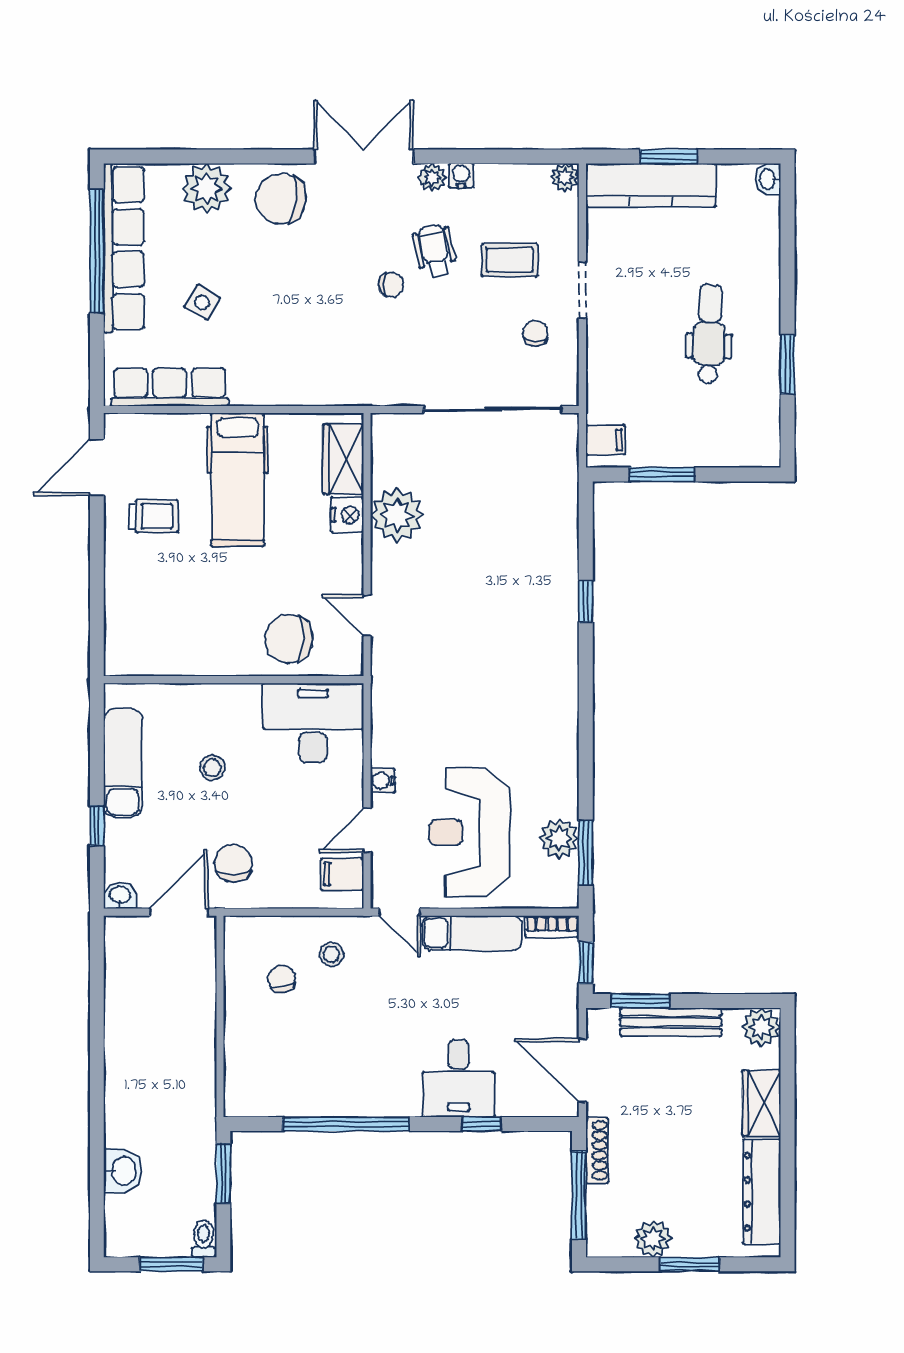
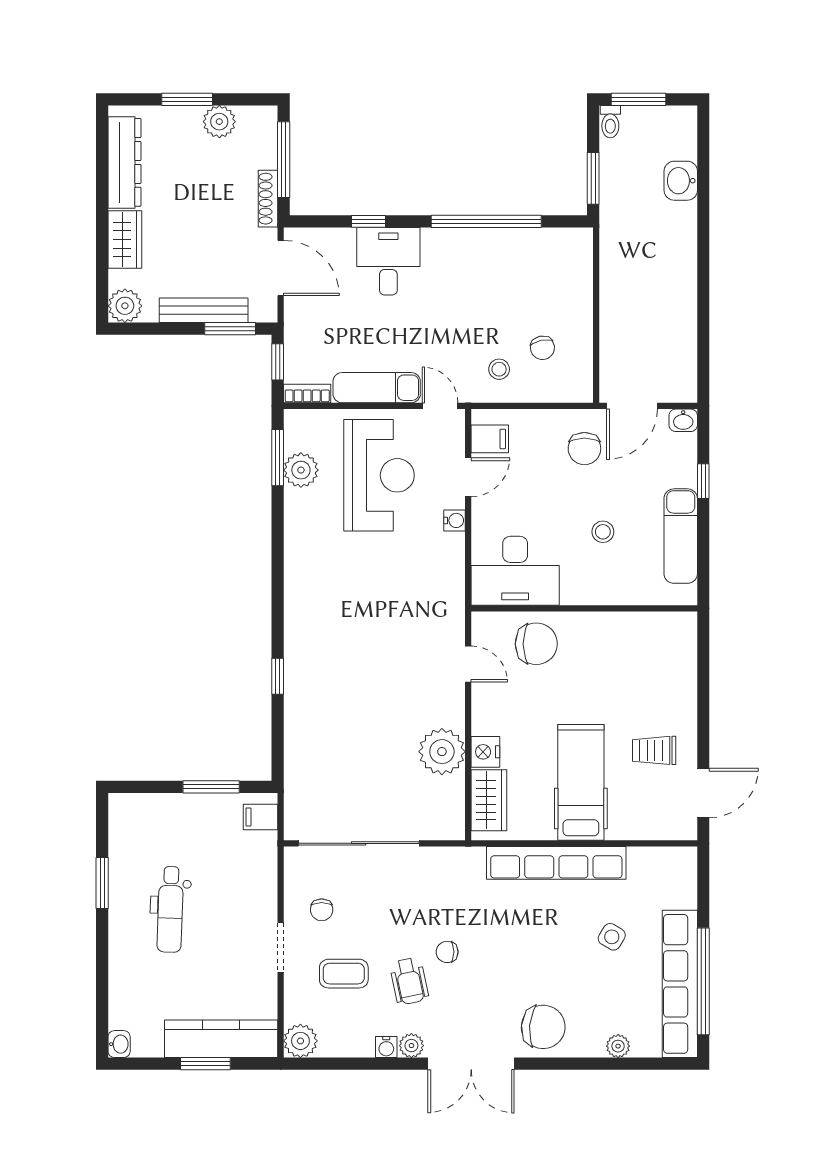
plant: (565, 177) -> (300, 1041), width x1.38, depth x1.38
plant: (207, 188) -> (618, 1046), width x0.53, depth x0.53
row of seats: (170, 387) -> (556, 863), moved, width x1.36

